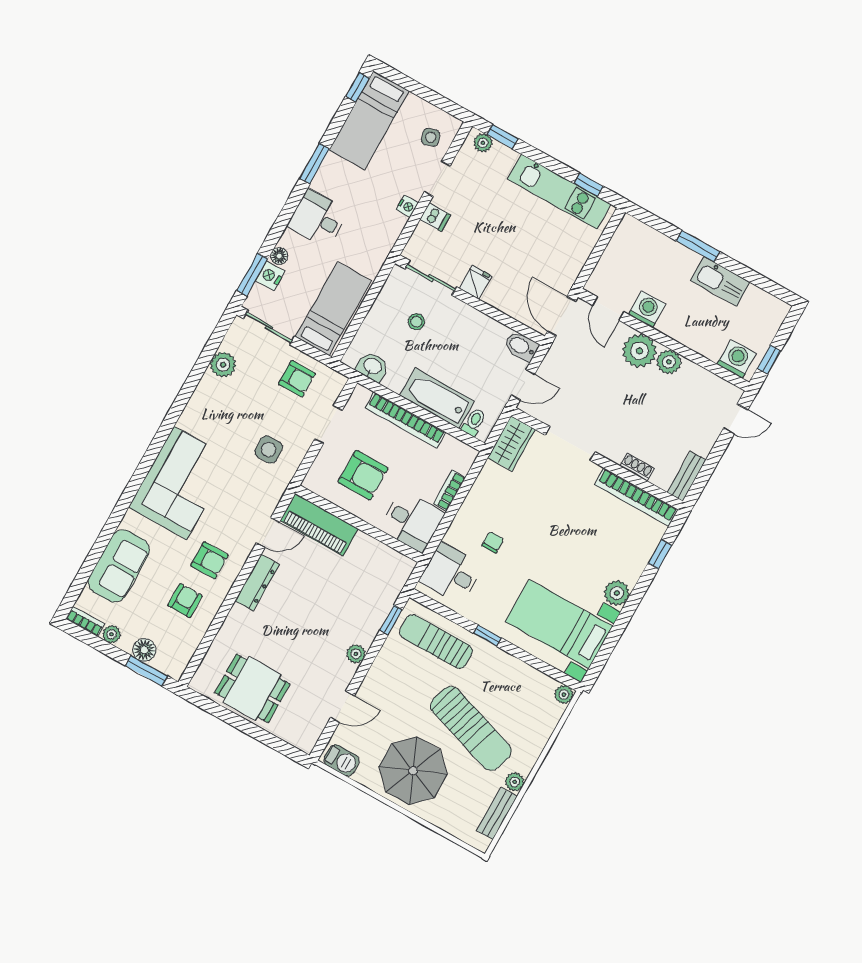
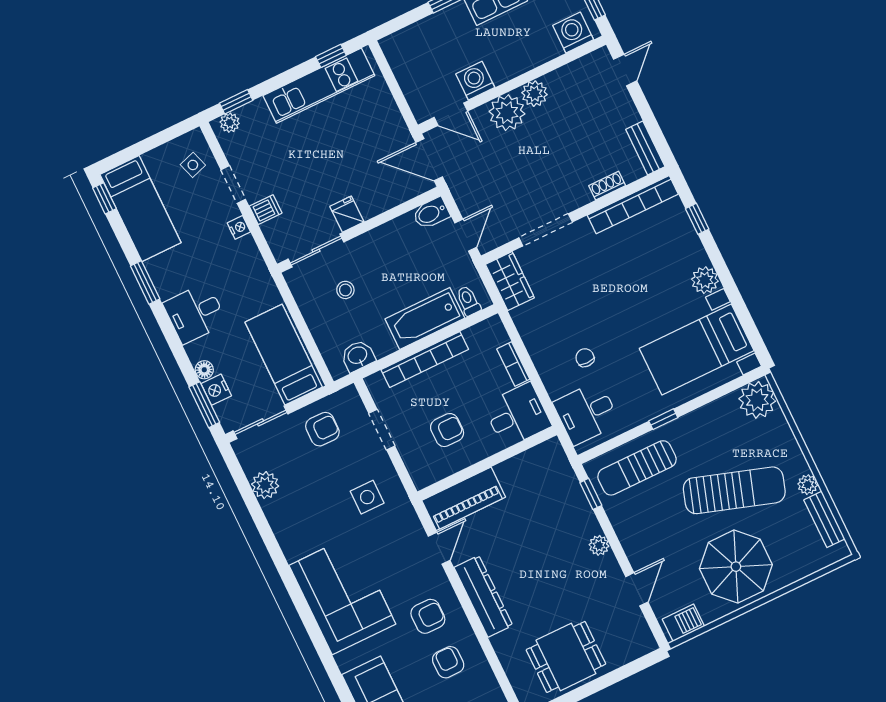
armchair: (363, 475) -> (447, 430), width x0.72, depth x0.72
dresser: (257, 583) -> (483, 596), width x1.37, depth x1.24
plant: (564, 694) -> (757, 400), width x1.88, depth x1.88

